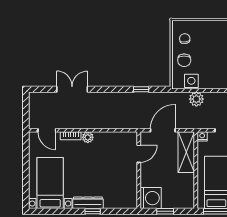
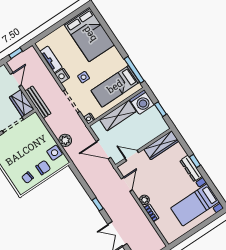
window: (141, 89) -> (98, 204), moved
door: (47, 130) -> (127, 184), moved
shelving: (186, 152) -> (118, 116), moved
wardrobe: (130, 189) -> (161, 145), added
washing machine: (151, 198) -> (142, 102), moved, turned 180

